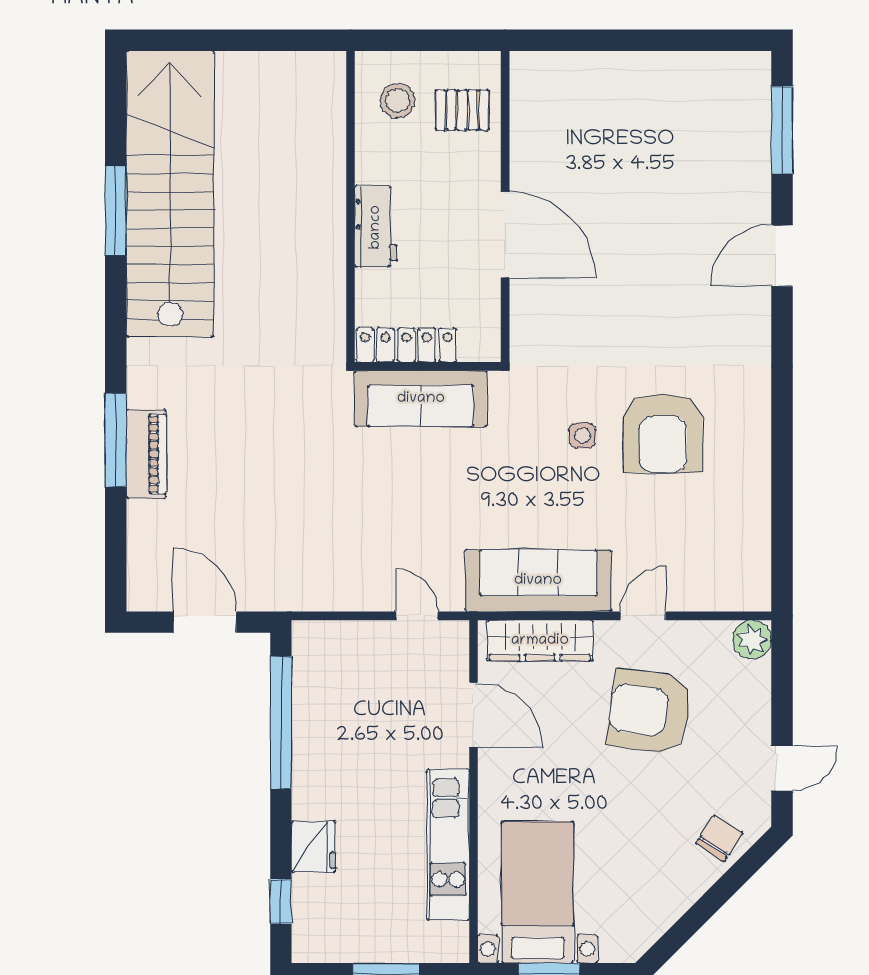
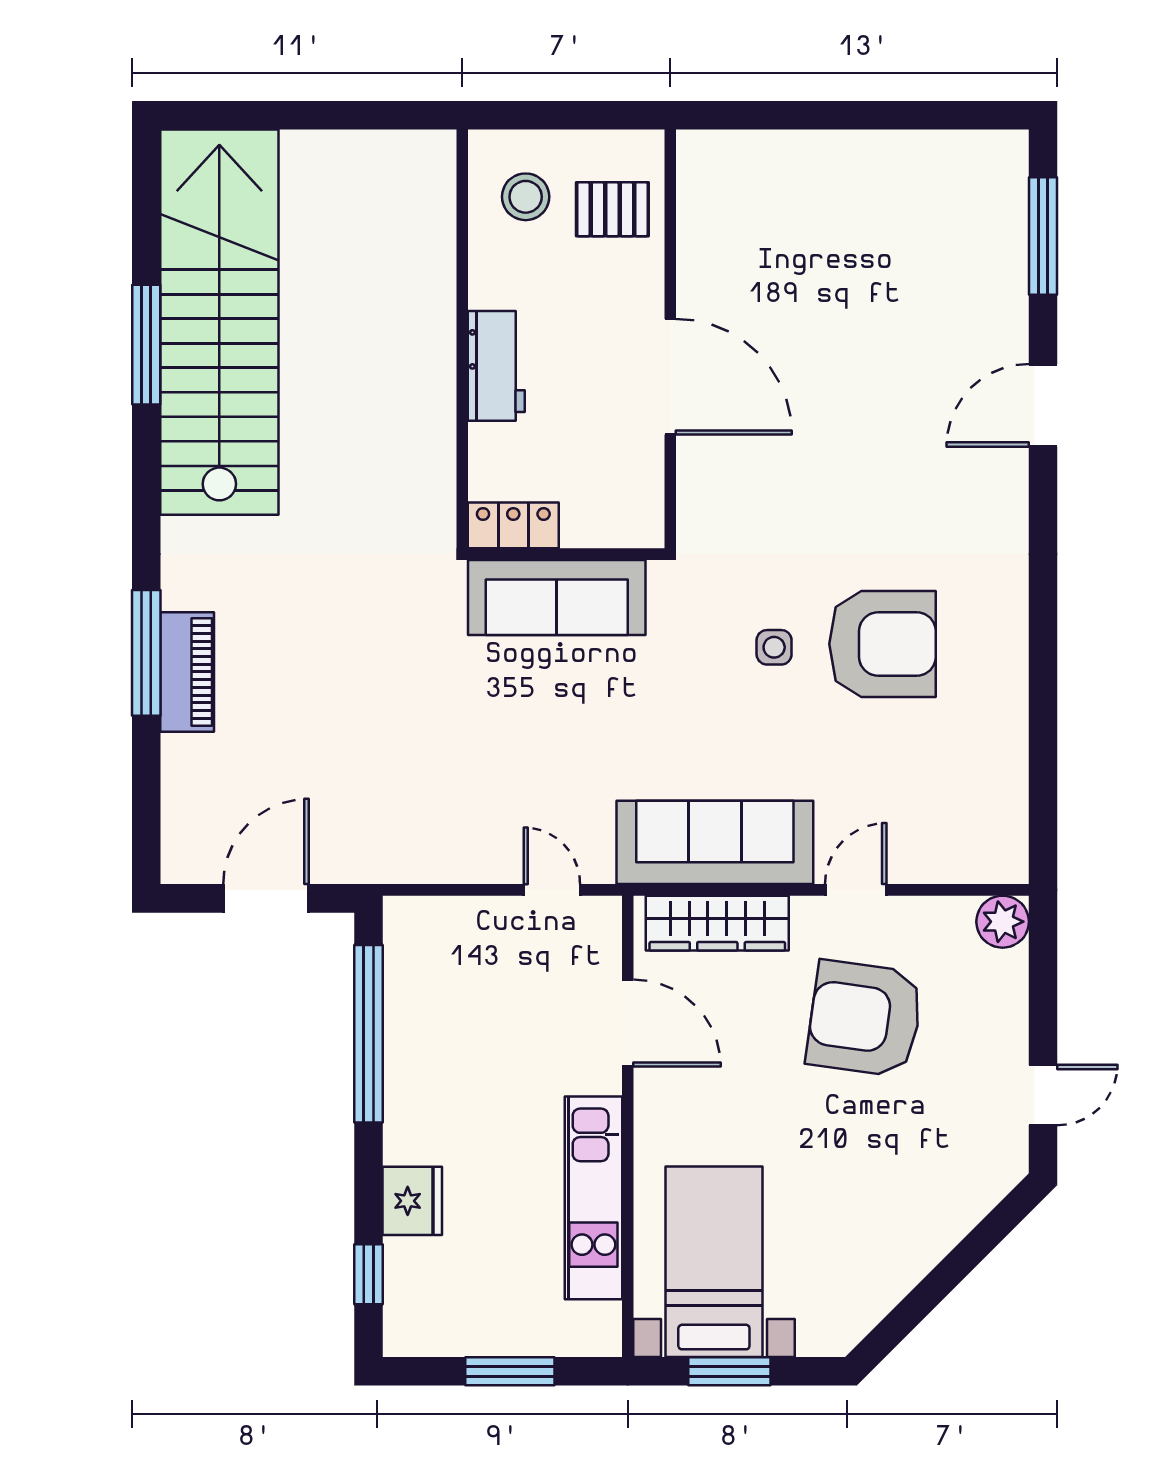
locker: (406, 345) -> (513, 525), width x0.66
armchair: (663, 433) -> (883, 644), turned -90
door: (205, 622) -> (266, 898), hinge flipped
chair: (719, 838) -> (959, 1189), removed

